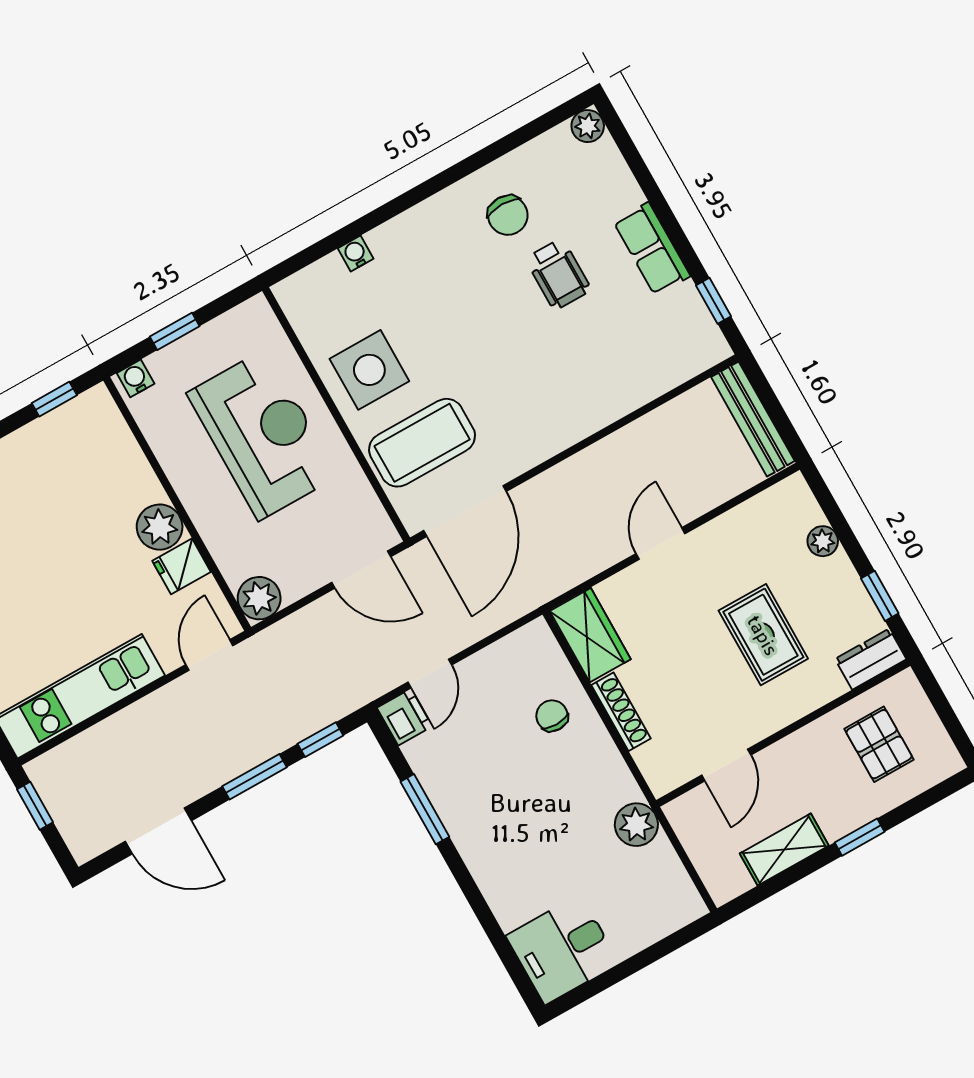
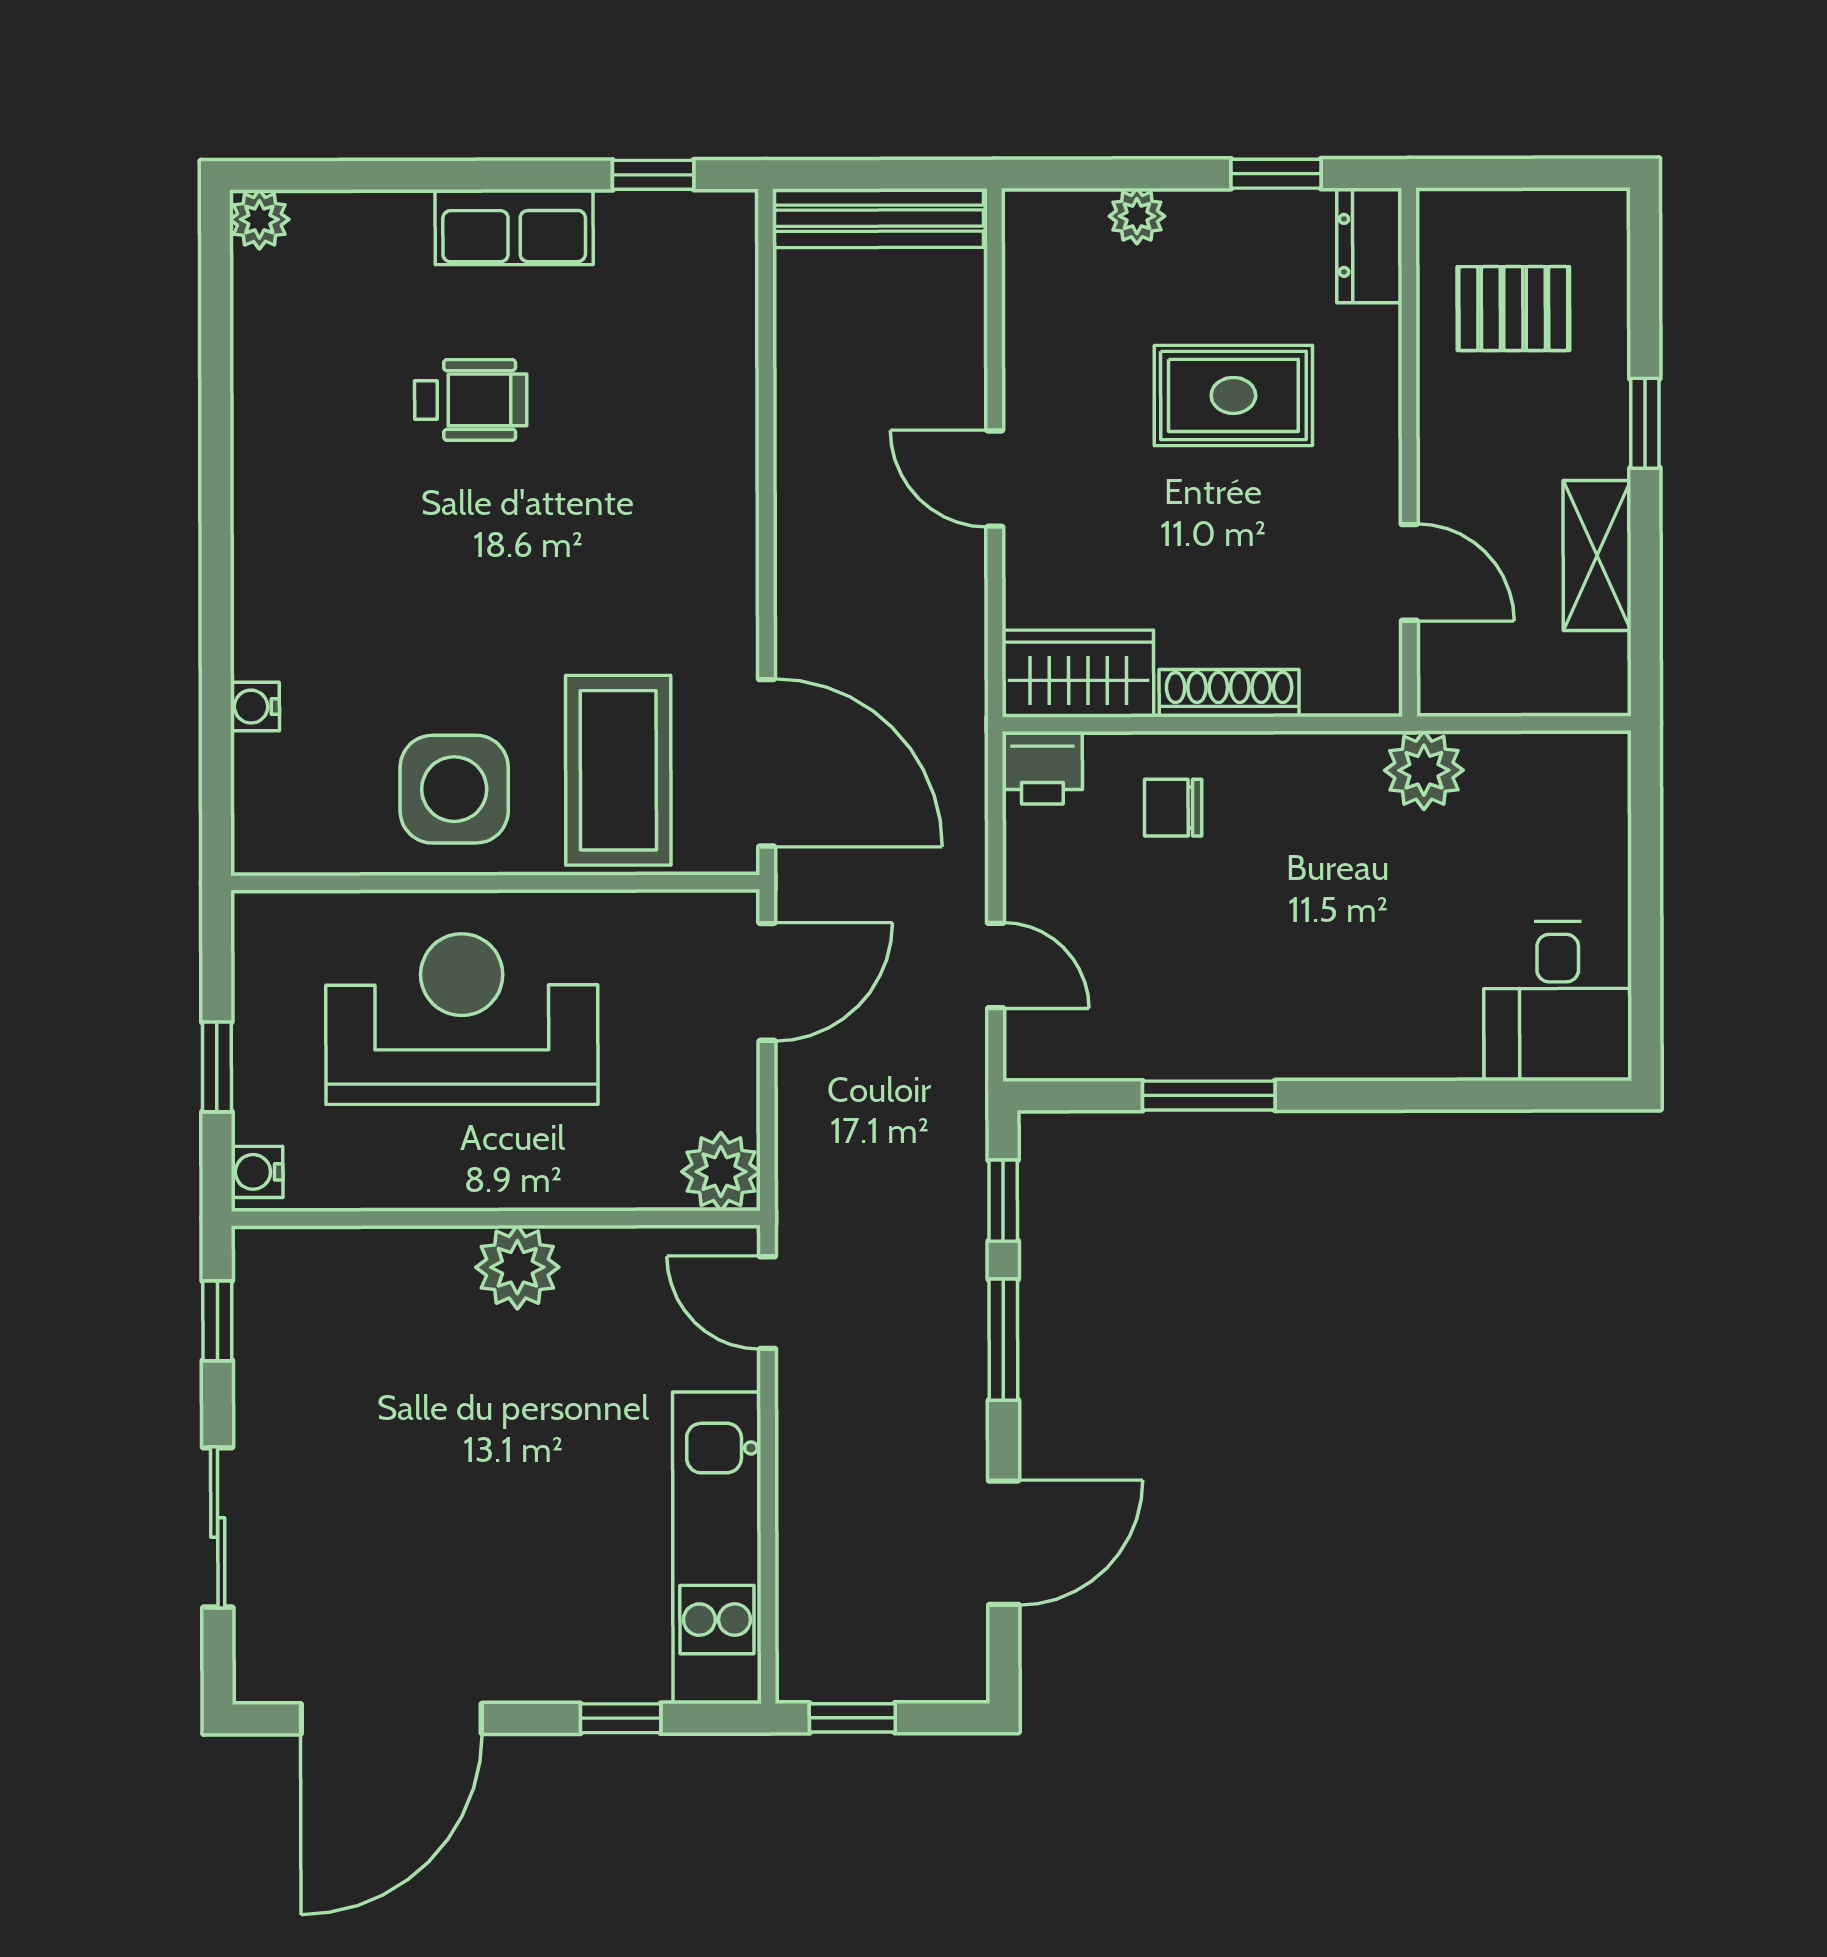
chair: (508, 215) -> (331, 428), removed
fridge: (182, 566) -> (600, 1267), removed
printer: (405, 717) -> (1042, 768), moved, turned 180

